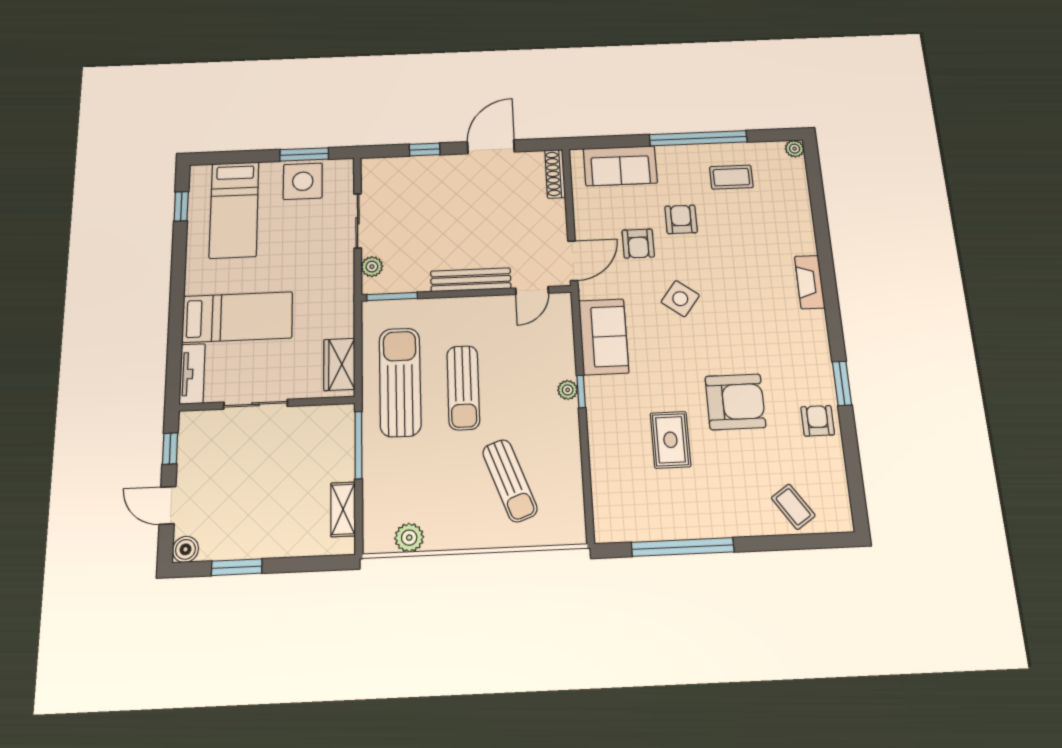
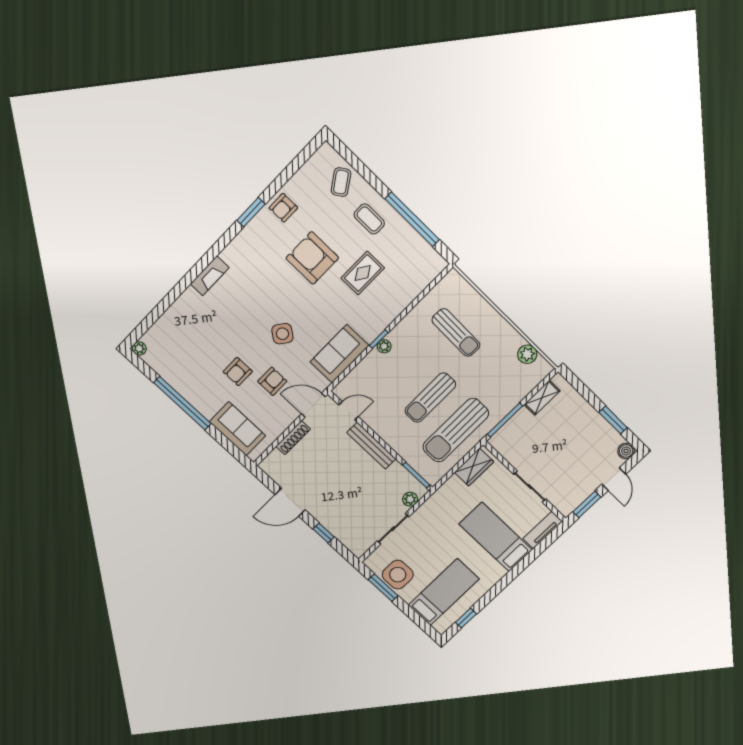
shoe rack: (555, 174) -> (293, 438), moved
coffee table: (731, 177) -> (369, 219), moved
sun lounger: (463, 388) -> (430, 398), turned 180
window: (170, 449) -> (587, 504), width x1.50
sun lounger: (510, 481) -> (456, 332), turned 111

